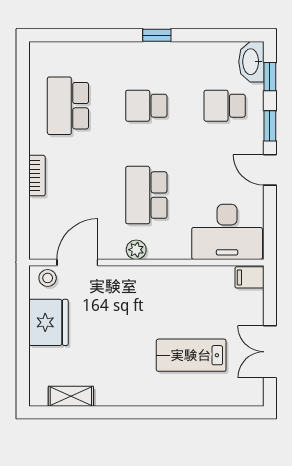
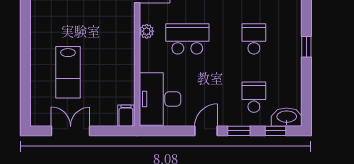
lab bench: (191, 355) -> (68, 72), turned 180

